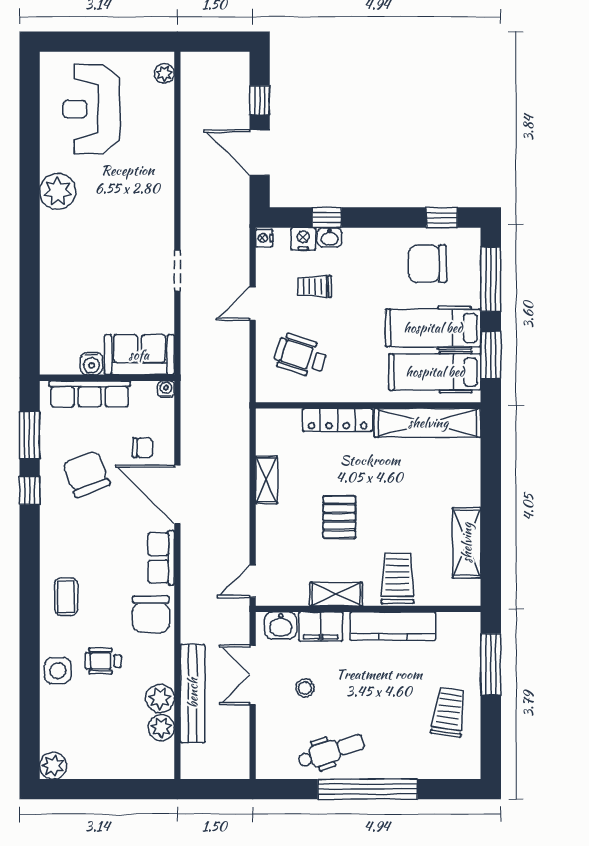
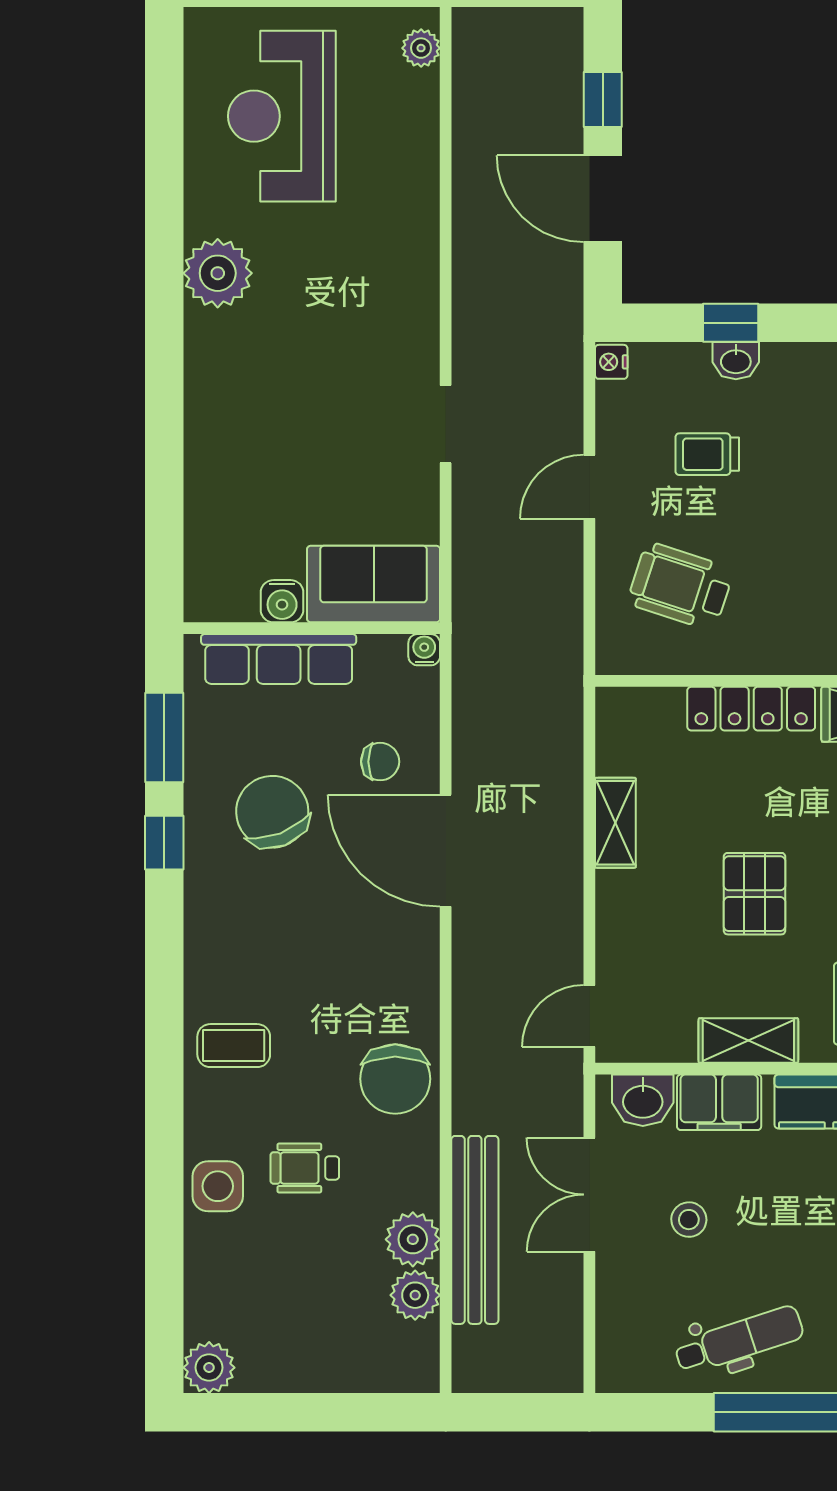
nightstand: (303, 239) -> (686, 363), removed
row of seats: (161, 558) -> (415, 971), removed
coffee table: (66, 597) -> (234, 1046), turned 90

